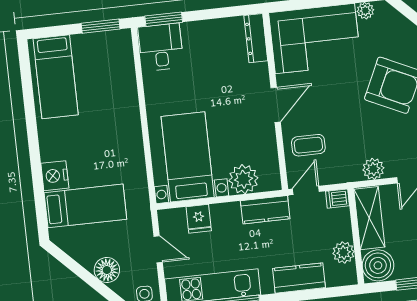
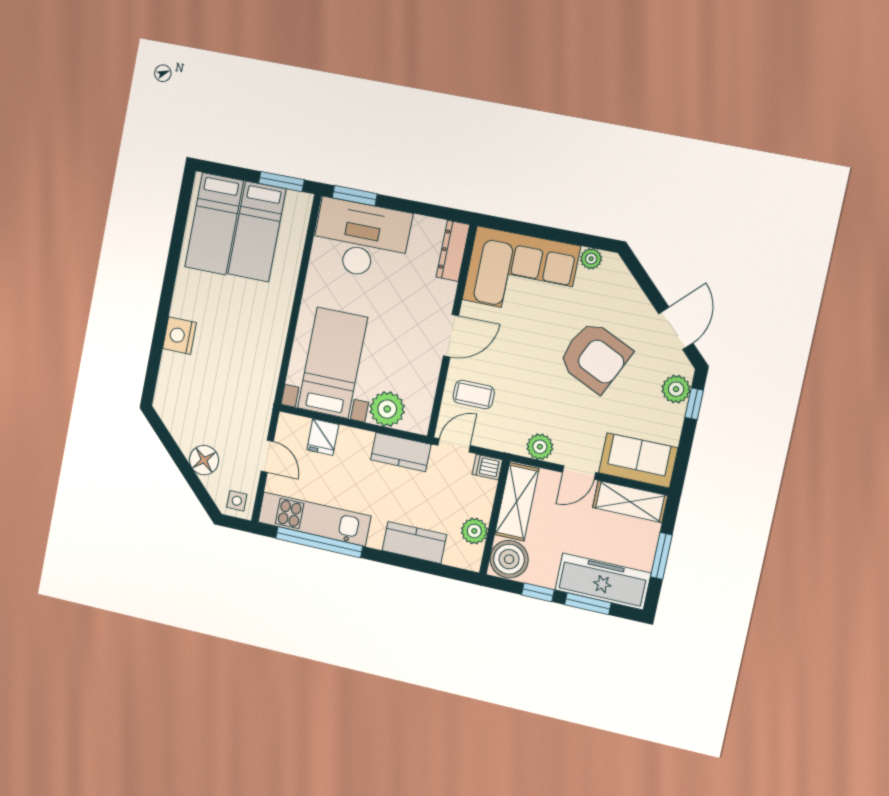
desk: (161, 47) -> (361, 239), width x1.87, depth x1.30
bed: (85, 206) -> (257, 231), moved, turned 90

